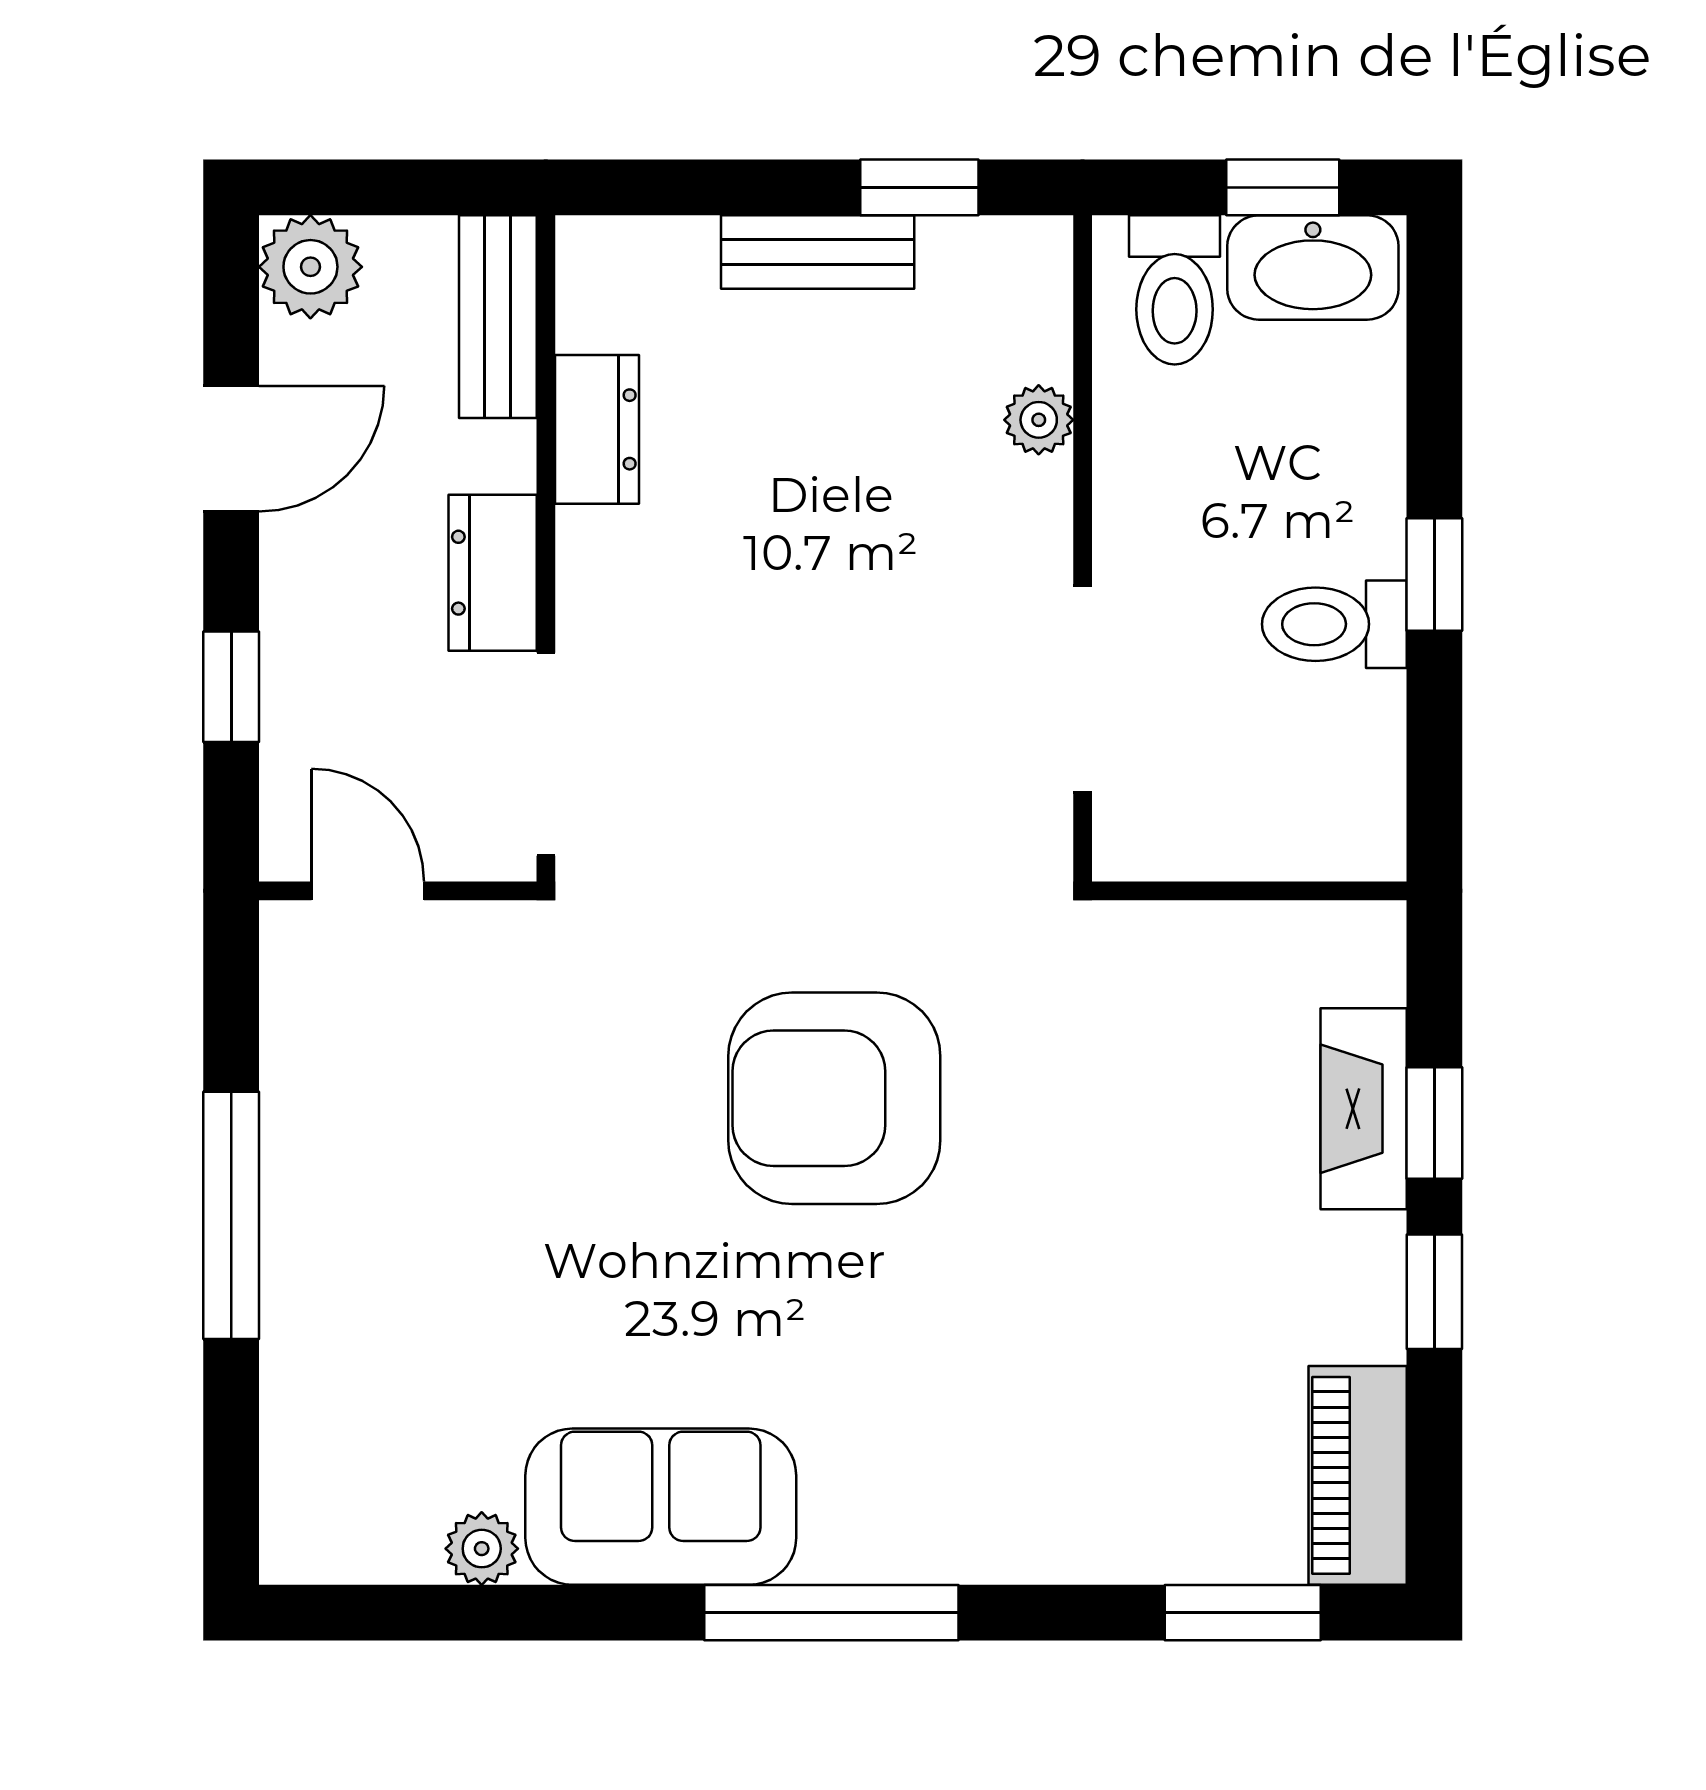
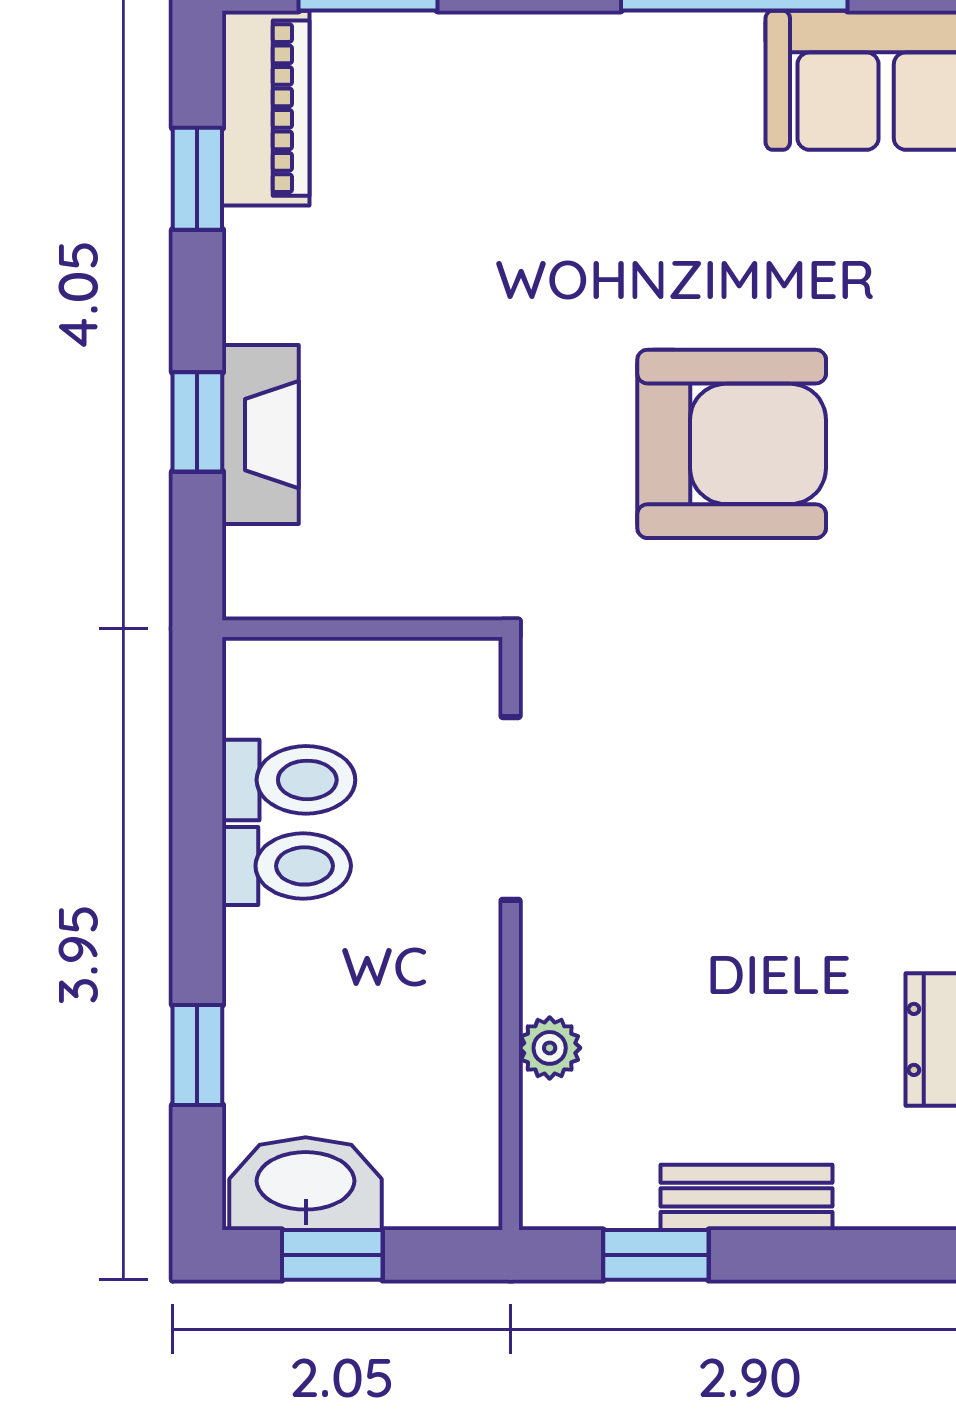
toilet: (1175, 290) -> (289, 780), moved, turned 90
window: (1434, 575) -> (197, 1055), moved
window: (1434, 1292) -> (197, 179), moved

